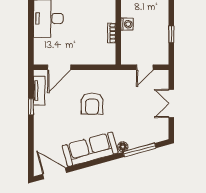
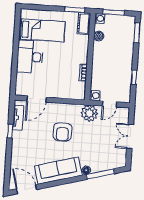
washing machine: (127, 24) -> (95, 96), moved
plant: (122, 80) -> (89, 113), added

